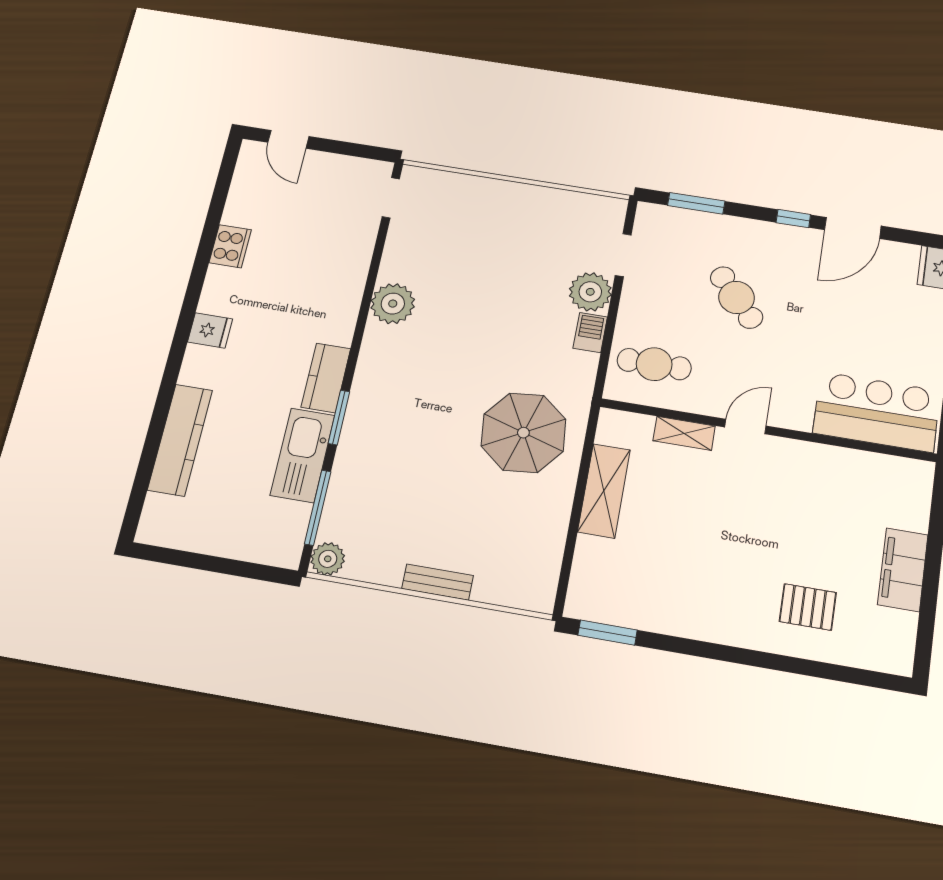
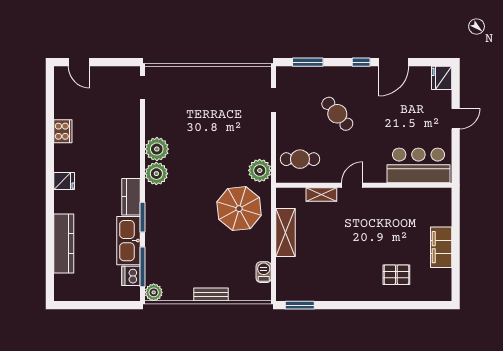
plant: (590, 292) -> (260, 170), moved
barbecue: (590, 333) -> (264, 272), moved
plant: (382, 345) -> (156, 174), added
dishwasher: (292, 521) -> (131, 276), added

